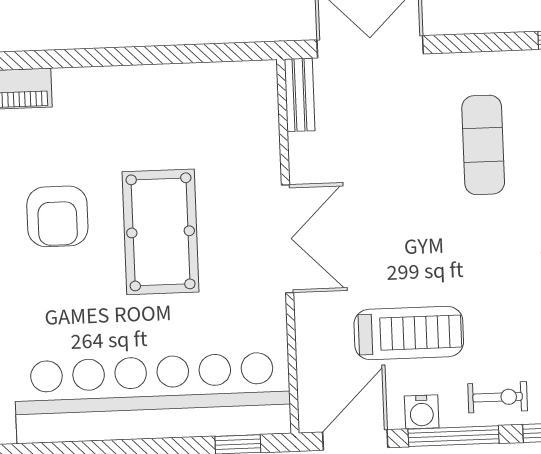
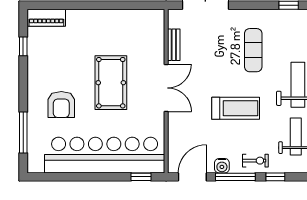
bench: (300, 95) -> (174, 45), moved
armchair: (57, 216) -> (61, 105), moved
treadmill: (409, 333) -> (236, 108), moved

